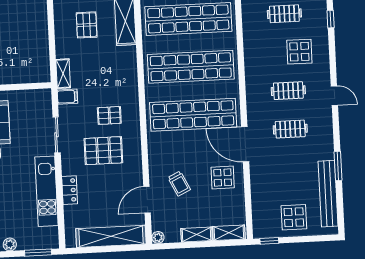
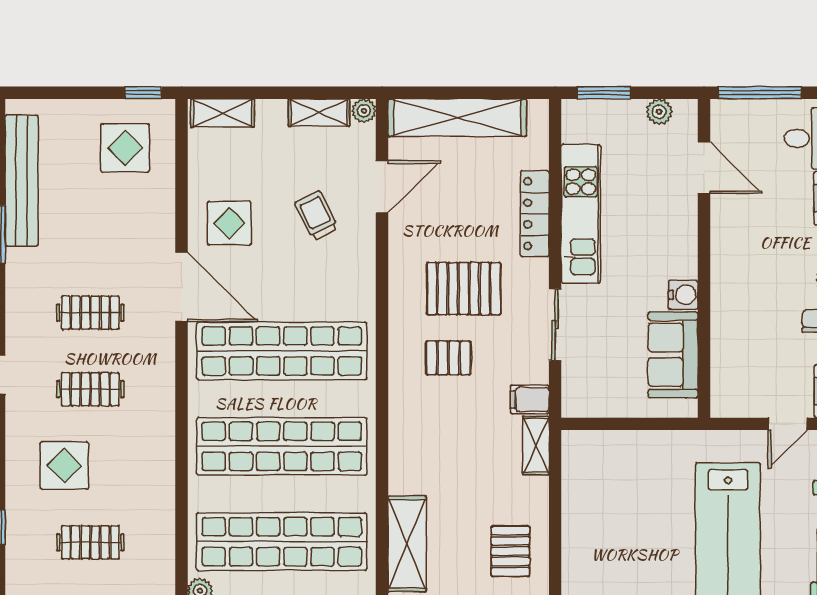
pallet: (87, 25) -> (510, 551), moved
locker: (70, 190) -> (535, 214), width x1.53
display table: (294, 217) -> (125, 148), moved
shelving: (197, 235) -> (319, 113), moved

